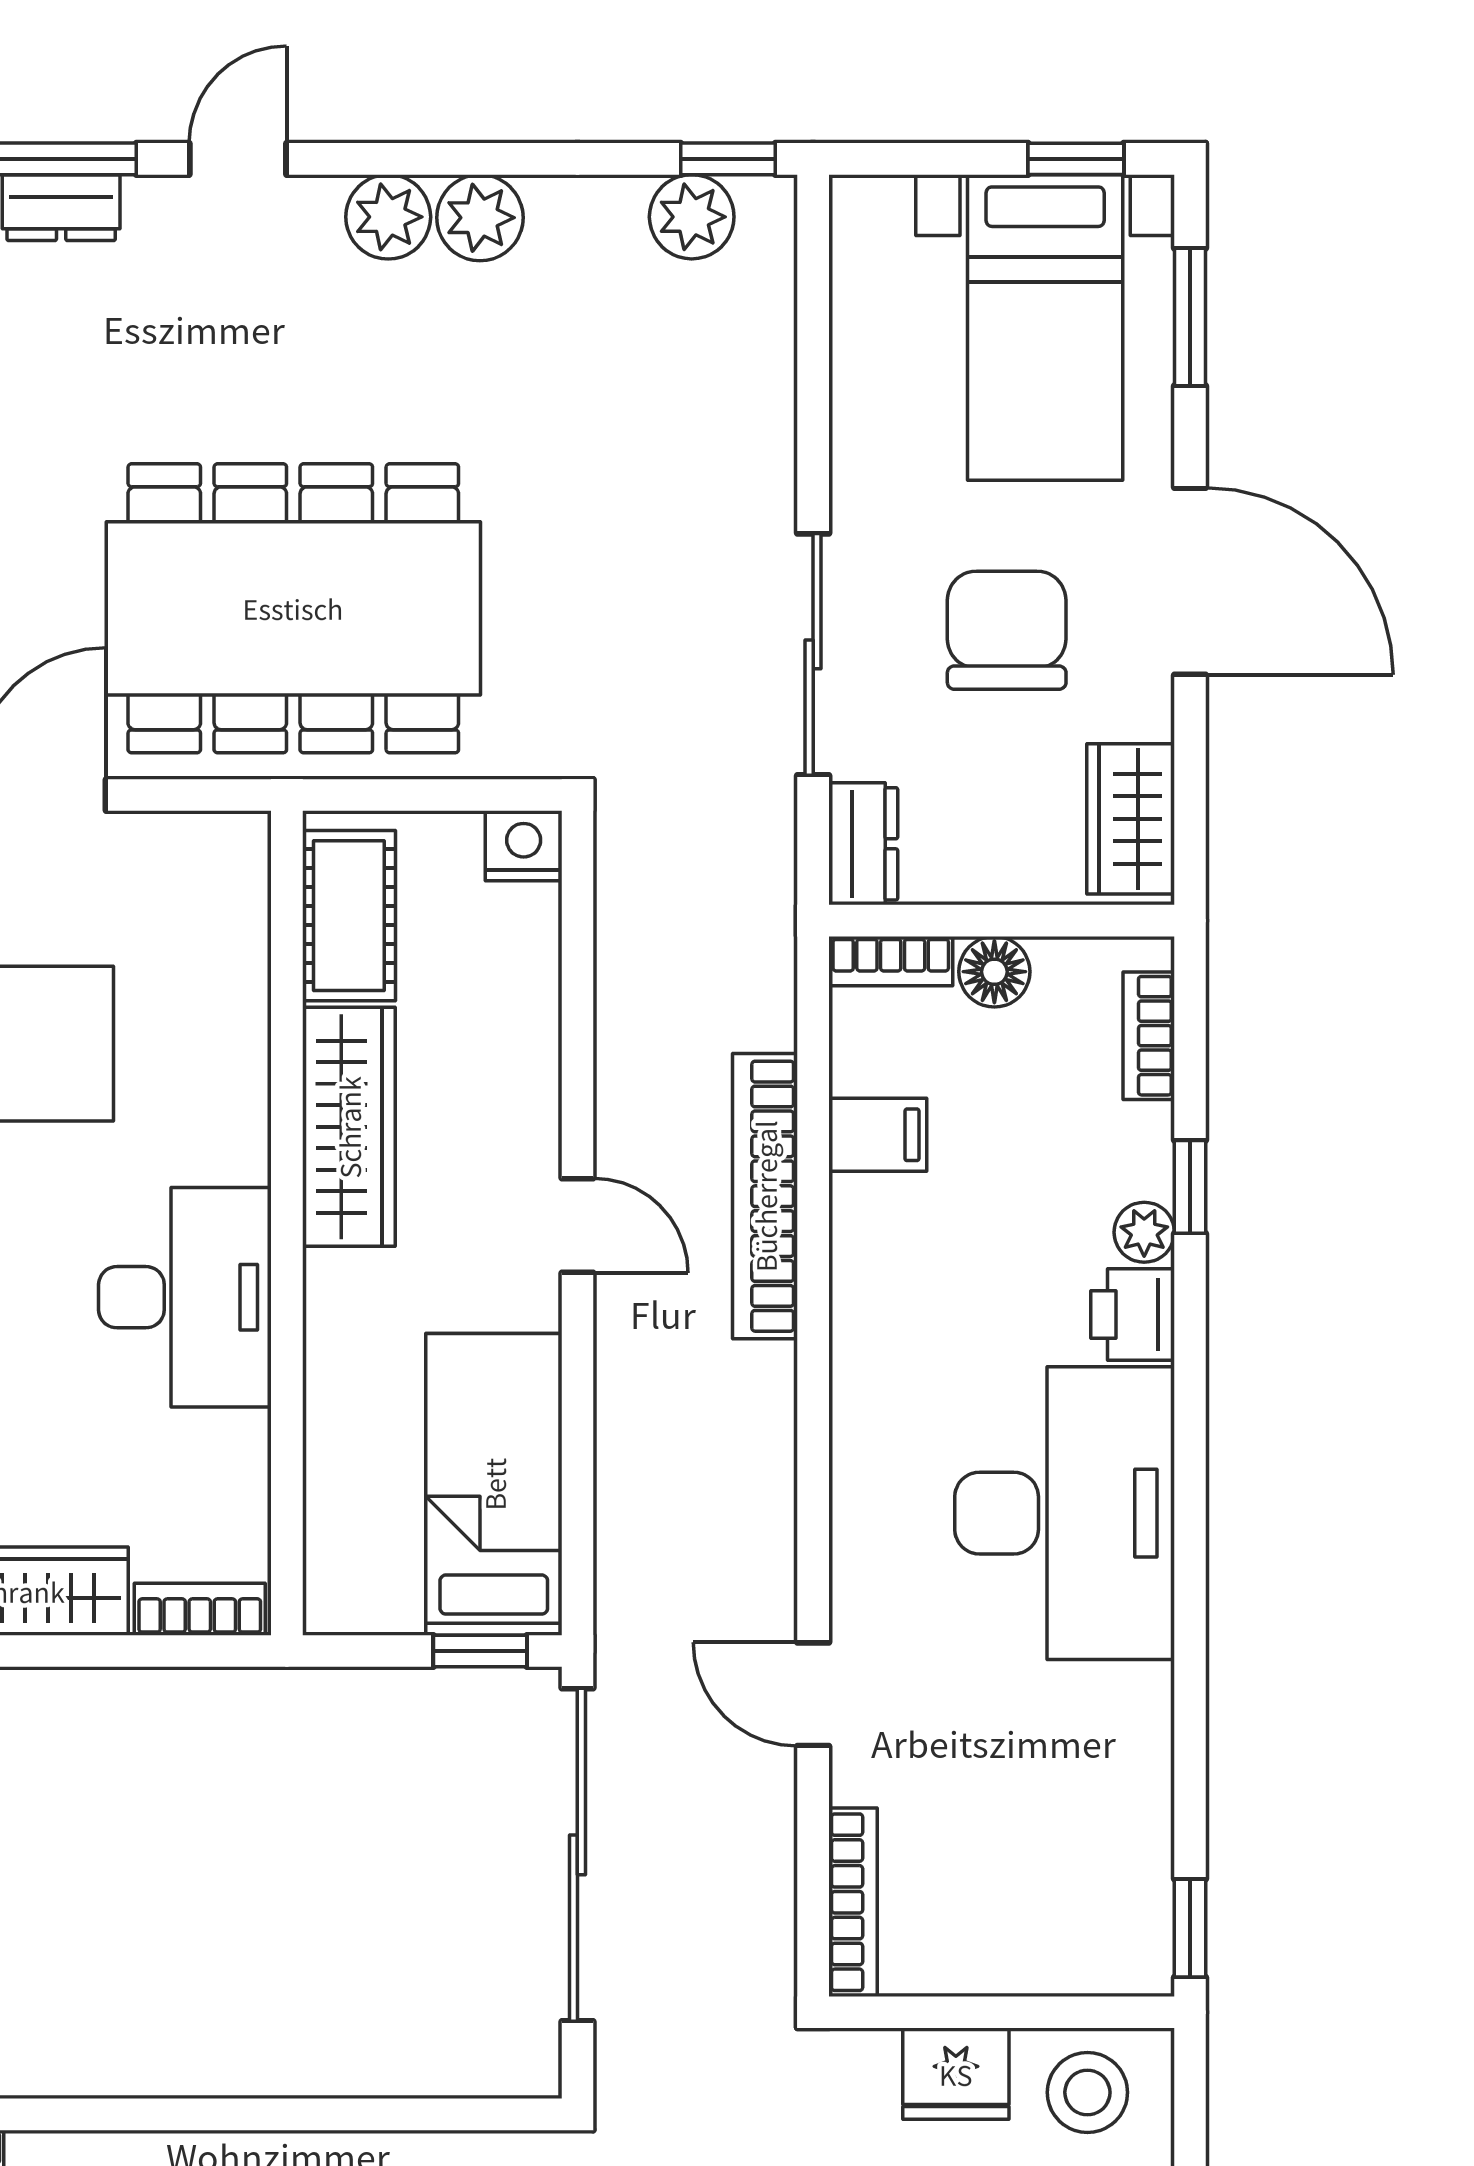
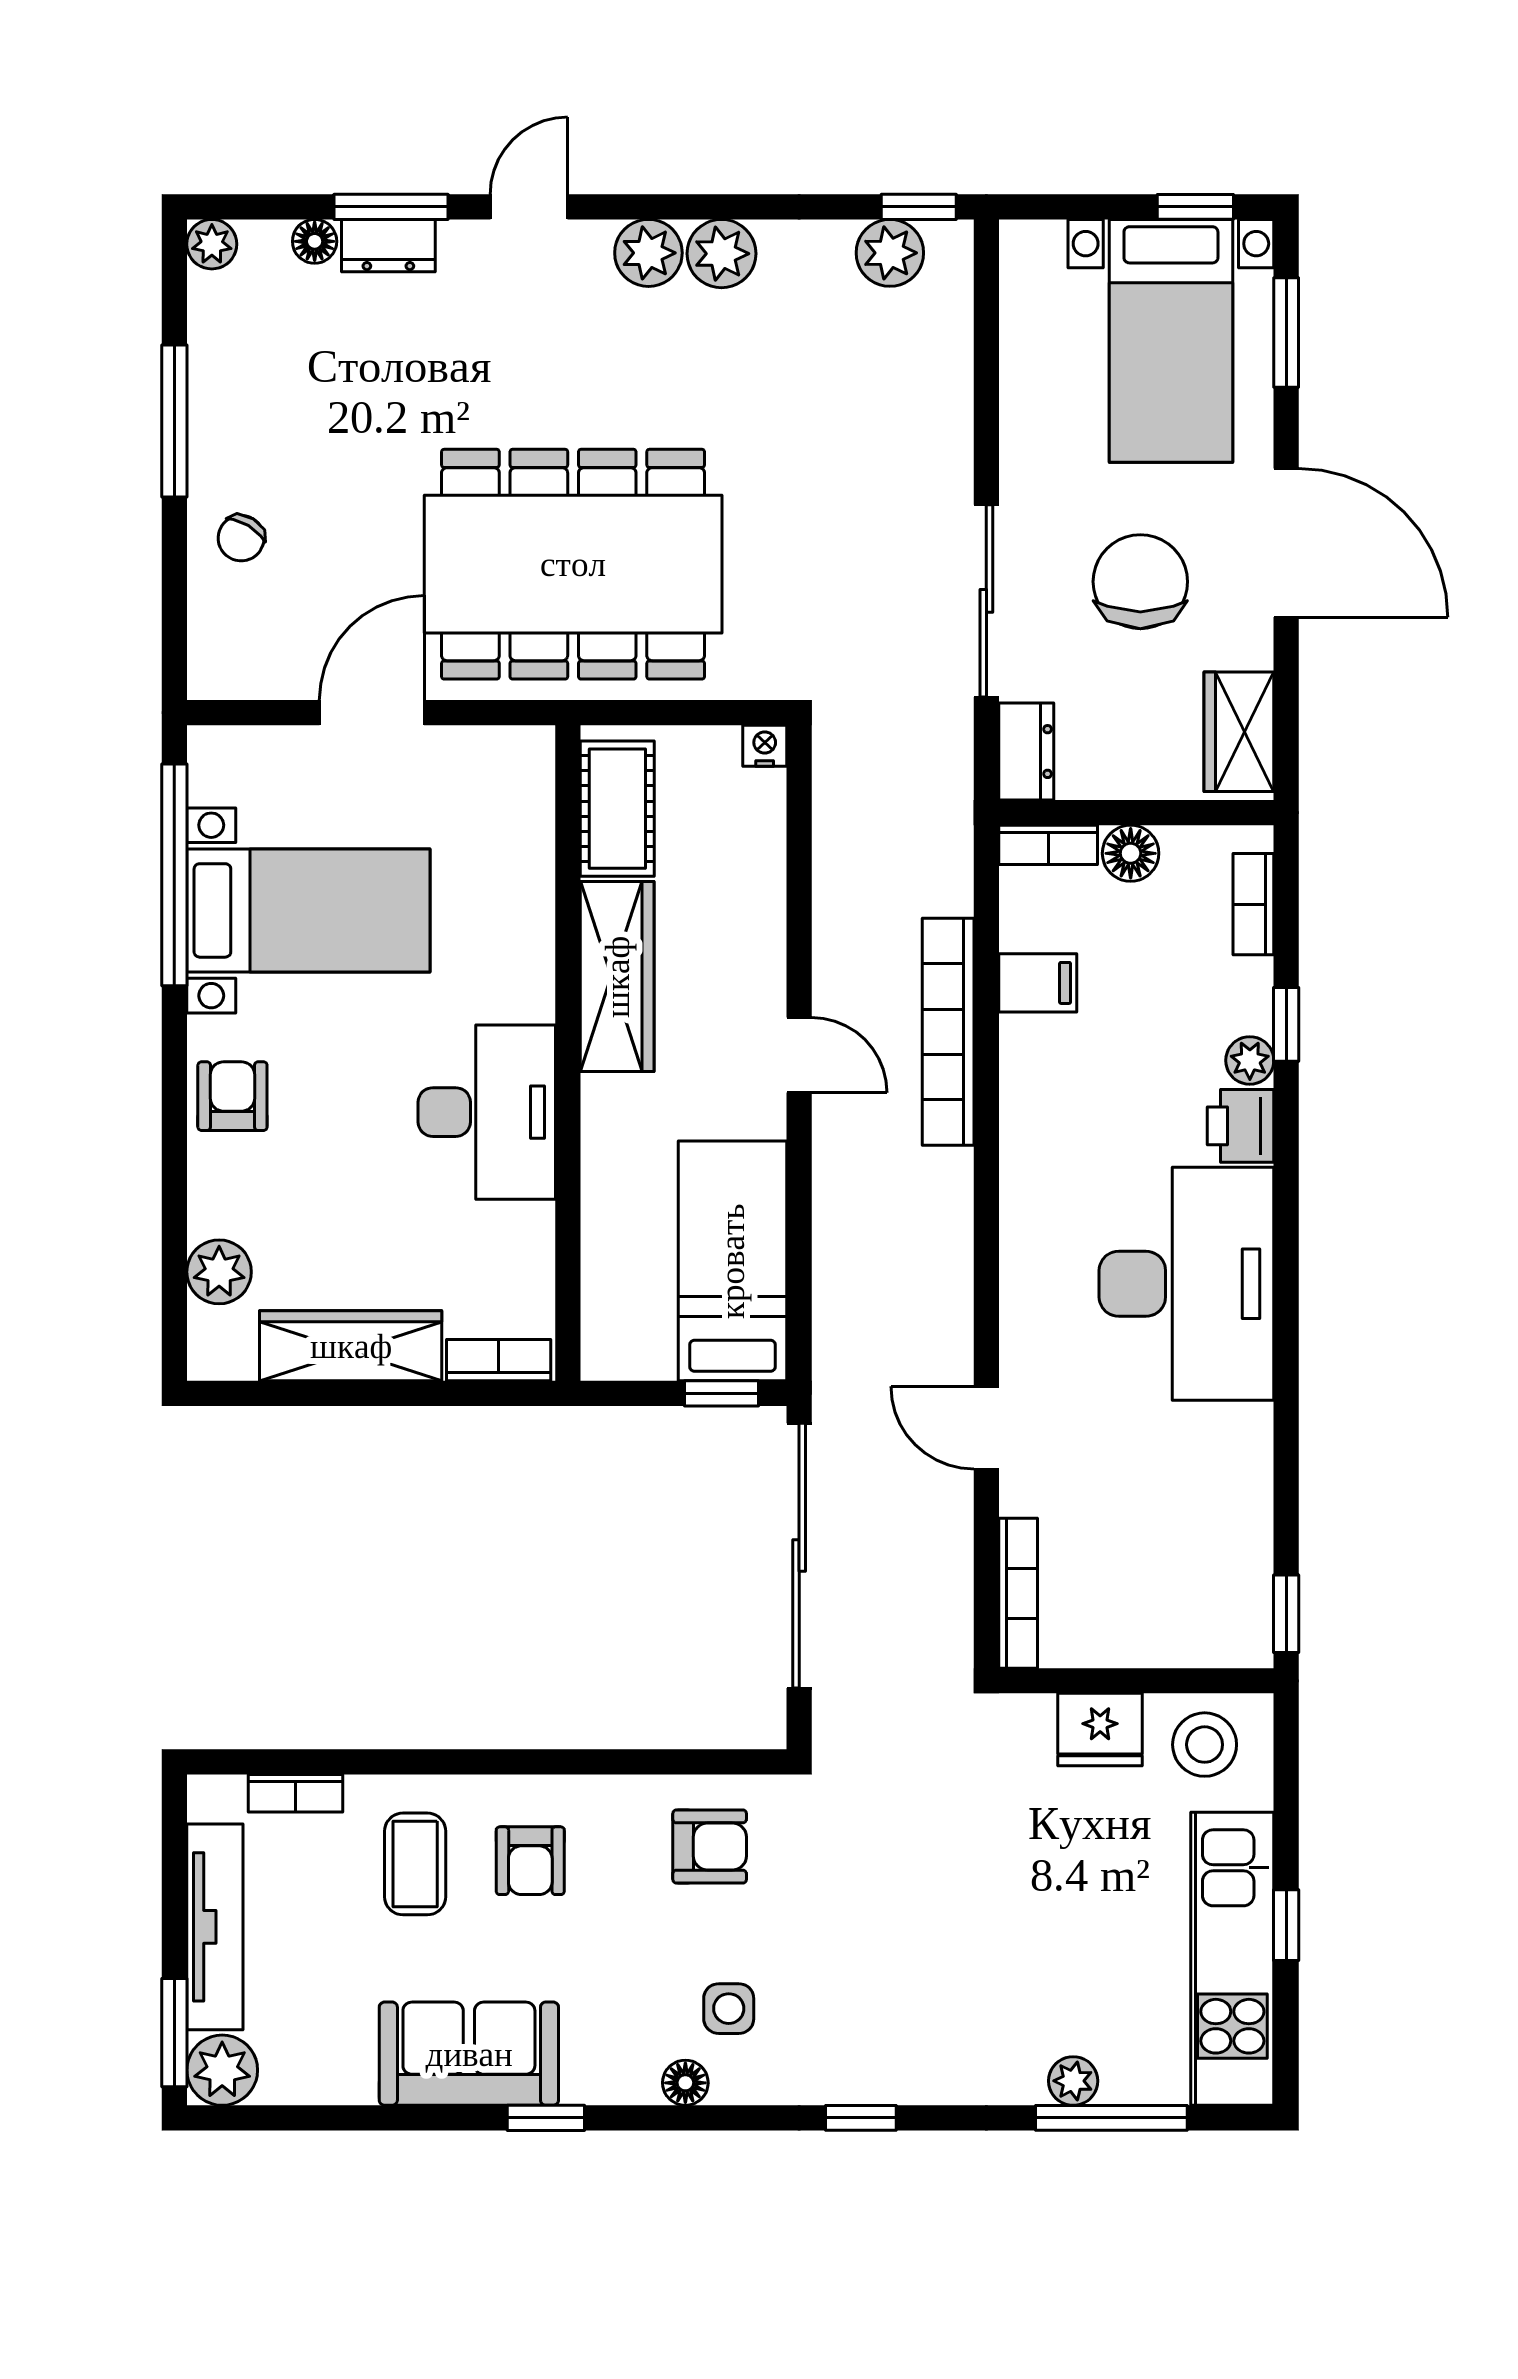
nightstand: (524, 846) -> (765, 746), width x0.72, depth x0.74

